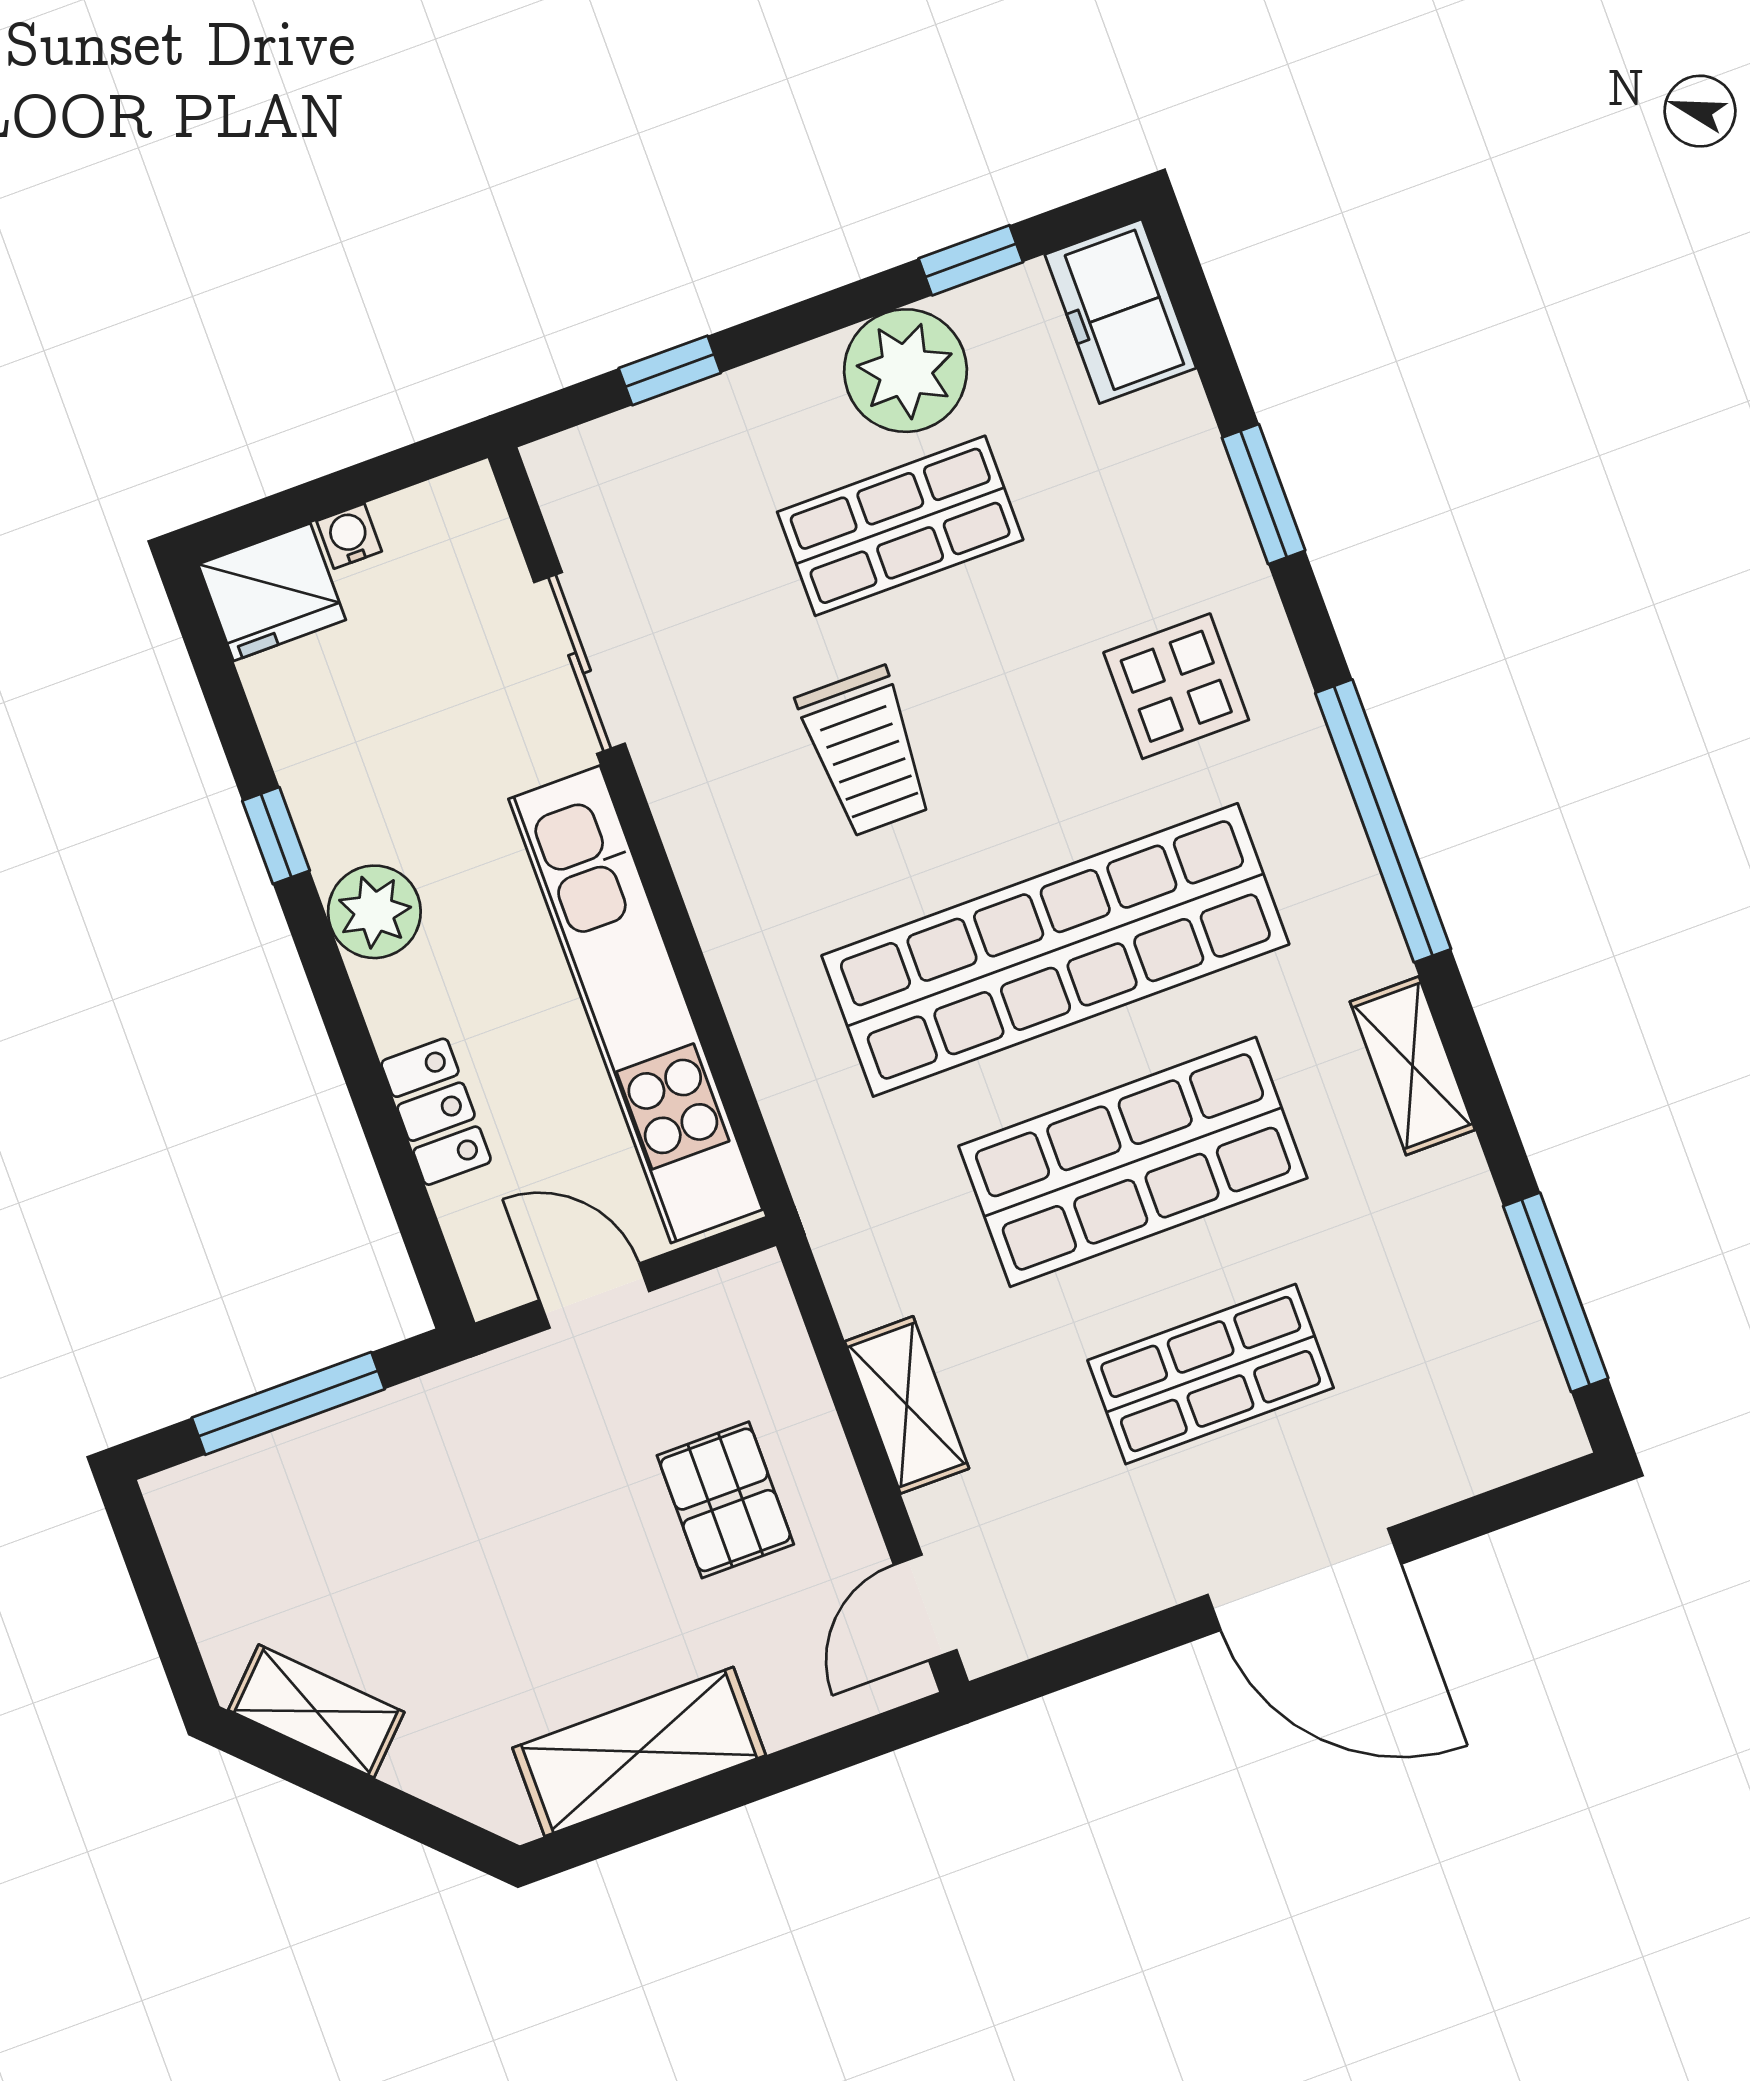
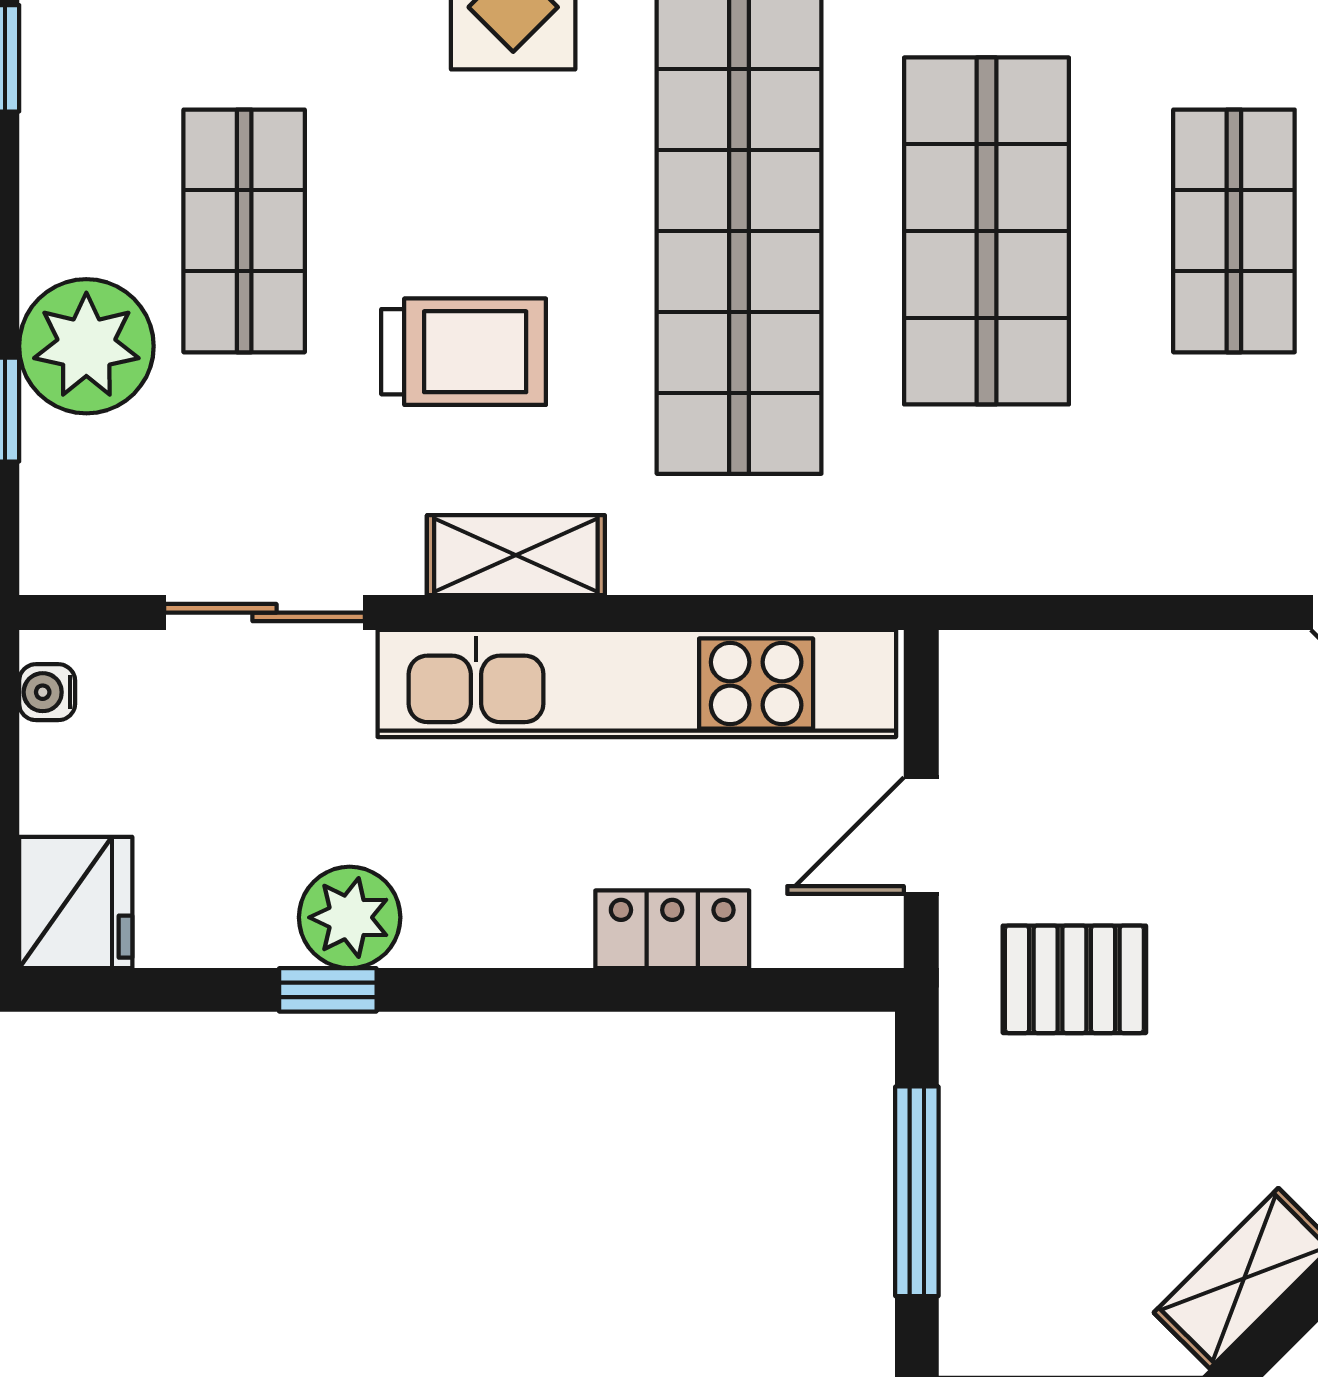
plant: (905, 371) -> (86, 346), moved
water cooler: (349, 536) -> (47, 692), moved
plant: (374, 912) -> (350, 917), moved
shelving: (907, 1405) -> (516, 555), moved
pallet: (725, 1500) -> (1074, 979), moved

